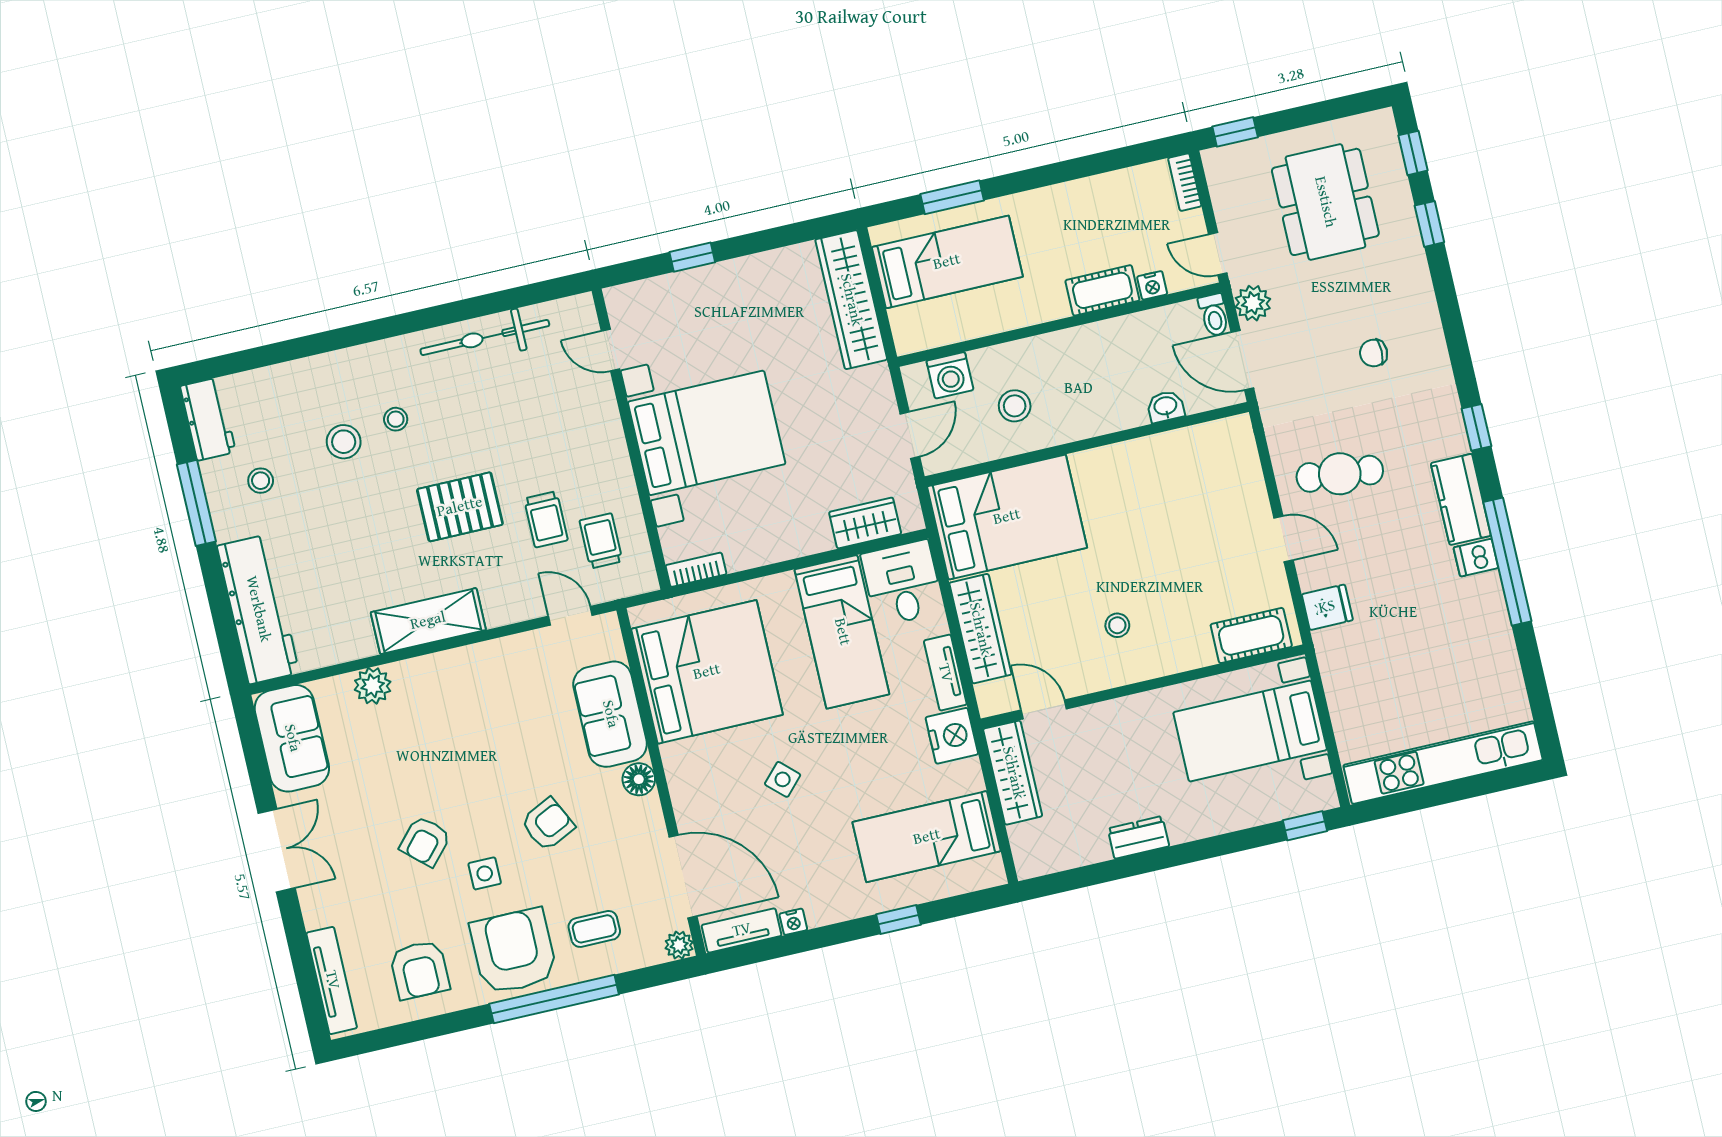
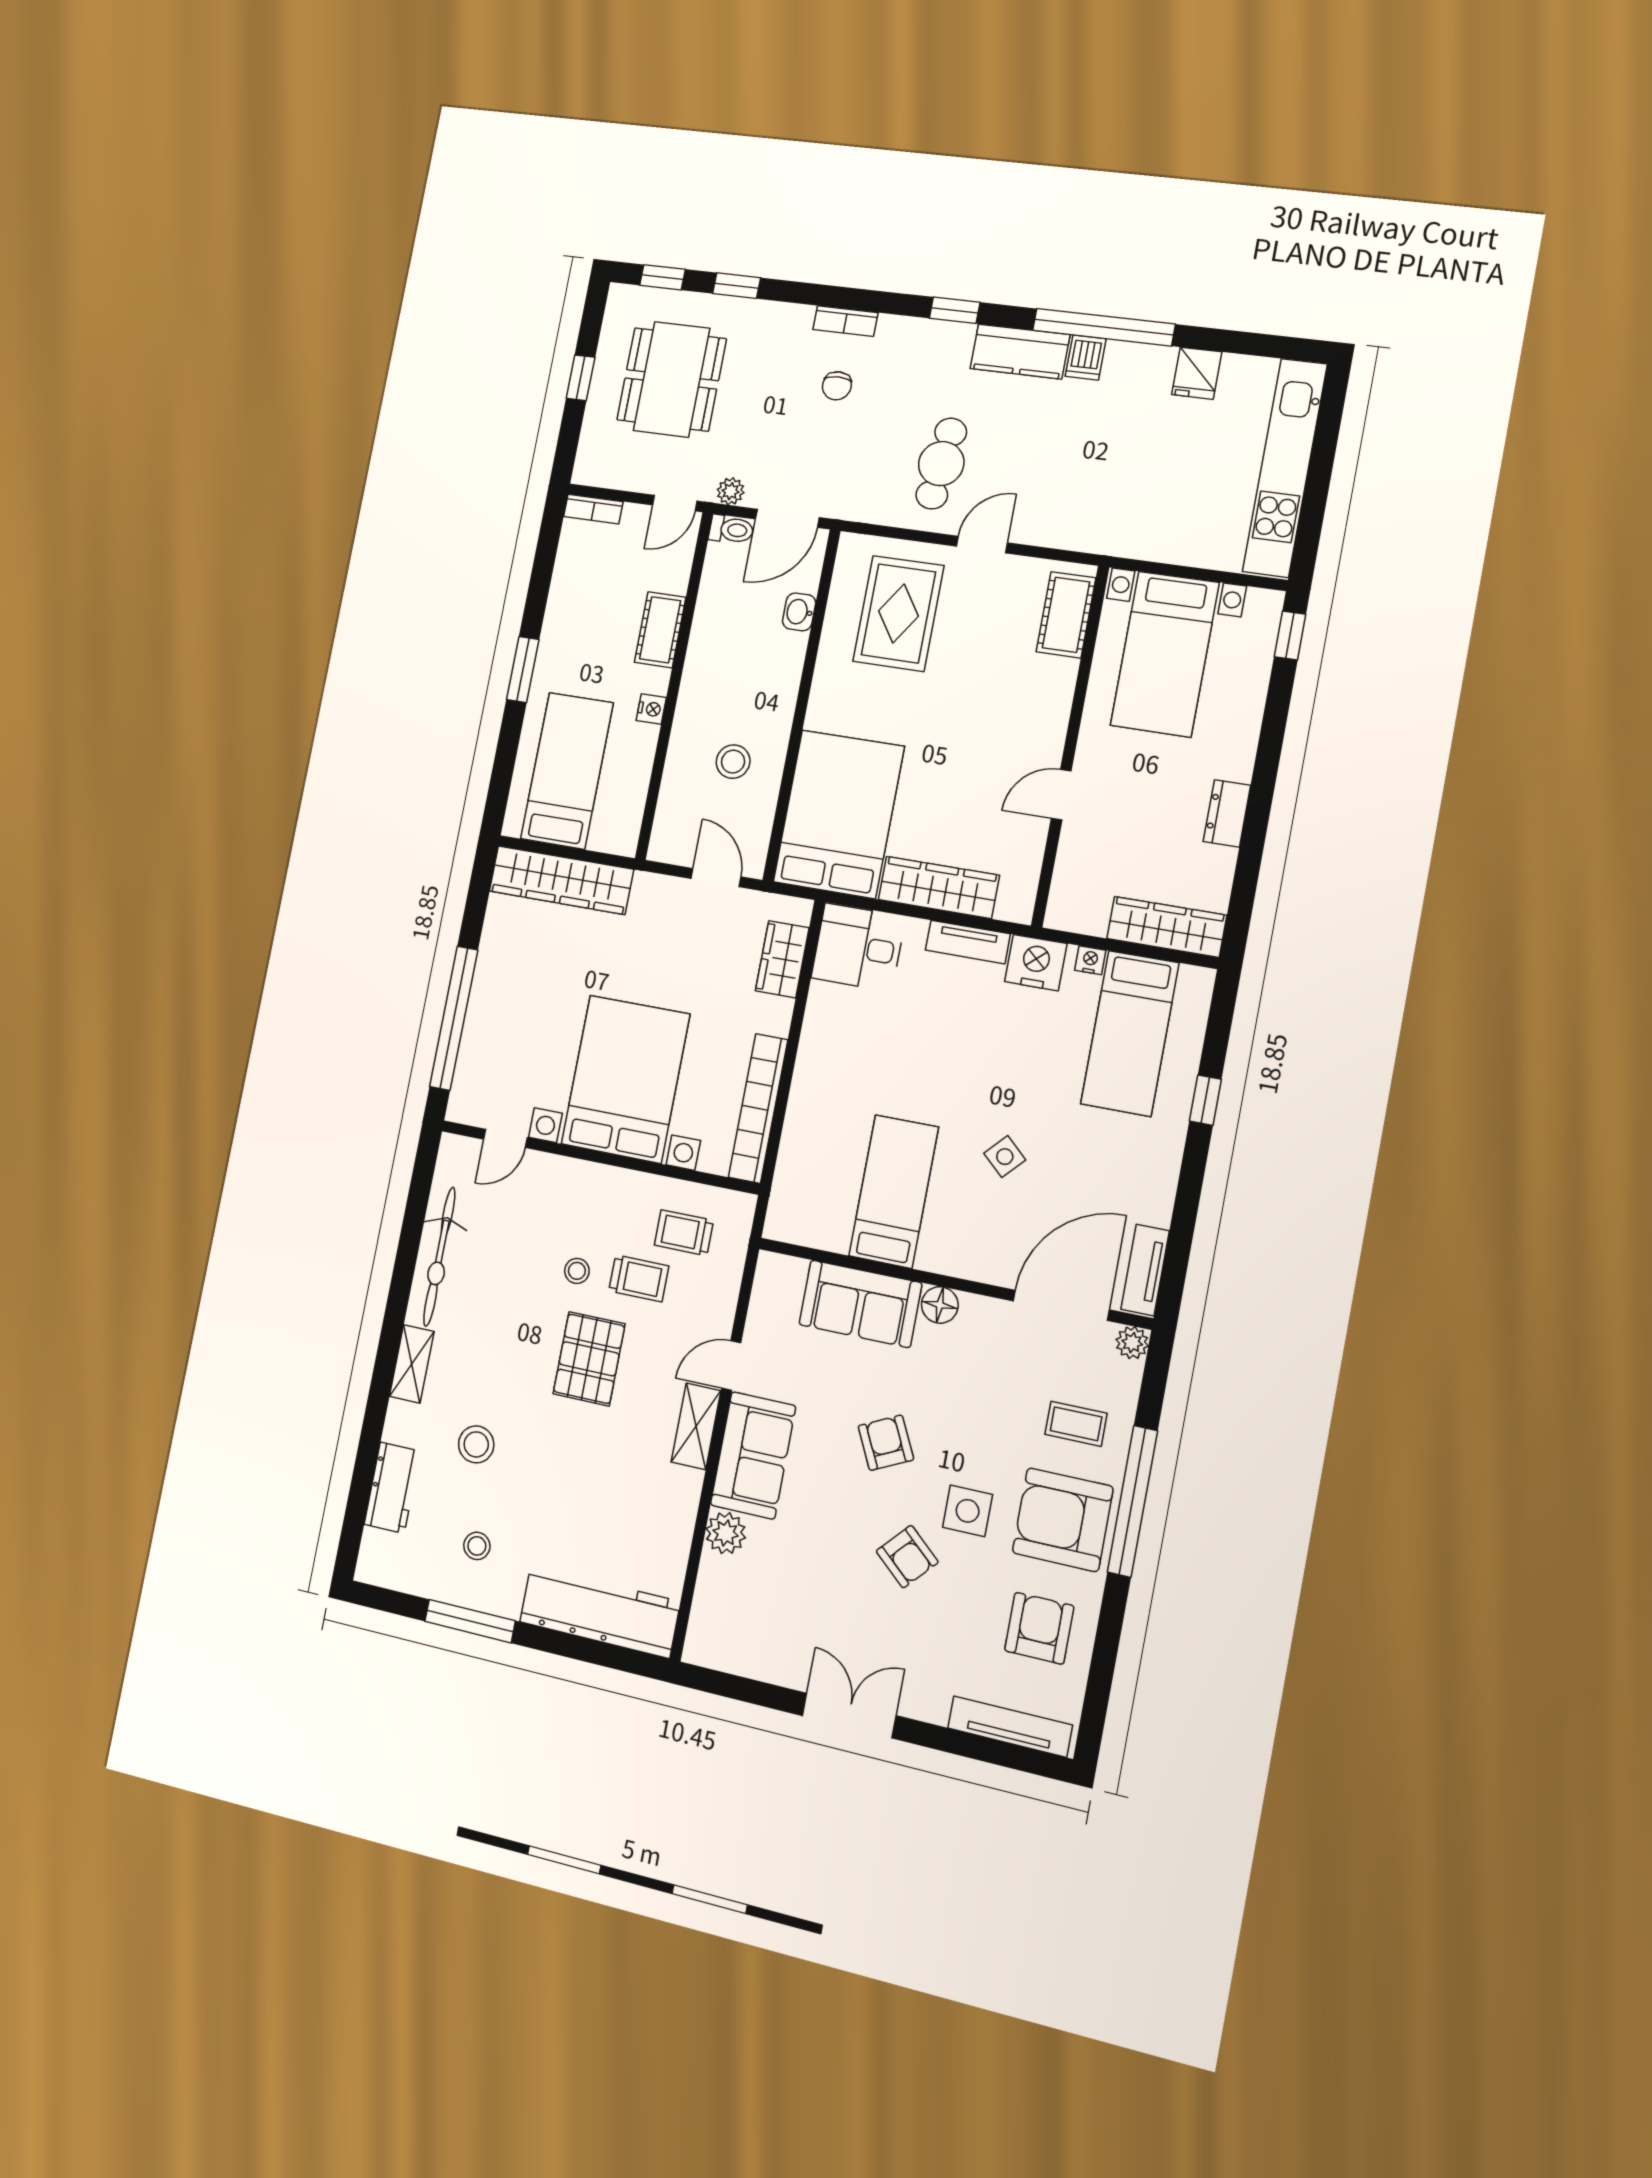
window: (1235, 132) -> (581, 378), moved
window: (952, 197) -> (523, 670), moved
dining table: (1325, 202) -> (672, 379), turned 90
window: (692, 257) -> (454, 1018), width x3.17
nightstand: (1152, 285) -> (651, 709), moved
plant: (1253, 303) -> (731, 491), width x0.73, depth x0.73
bookcase: (1433, 336) -> (845, 321), added
shelving: (384, 354) -> (412, 1364), added
washing machine: (950, 375) -> (676, 813), removed
workbench: (208, 419) -> (392, 1488), moved, turned 90
stool: (396, 419) -> (577, 1271), moved
rug: (1198, 493) -> (898, 613), added
bookcase: (696, 570) -> (758, 1108), width x2.31, depth x1.31
fridge: (1327, 607) -> (1197, 373), moved, turned 180
door: (570, 616) -> (731, 1366), moved
shelving: (428, 621) -> (696, 1426), width x0.67, depth x0.75
stool: (1117, 625) -> (996, 747), removed
bed: (842, 632) -> (881, 1030), removed
bed: (707, 672) -> (894, 1191), width x0.49
door: (1044, 709) -> (1061, 795), moved
sofa: (292, 738) -> (753, 1455), moved, turned 90
wardrobe: (1013, 773) -> (1167, 927), moved
armchair: (548, 824) -> (886, 1443), moved
side table: (485, 873) -> (968, 1511), width x1.37, depth x1.37
nightstand: (793, 922) -> (1090, 960), moved, turned -90
coffee table: (594, 929) -> (1076, 1424), turned 90
armchair: (420, 970) -> (1039, 1628), turned -90

